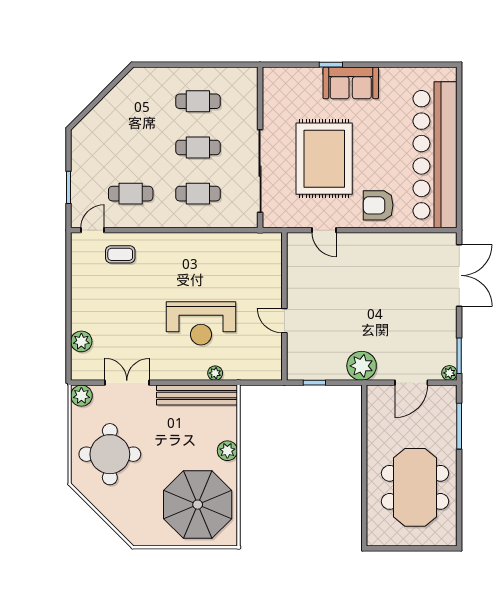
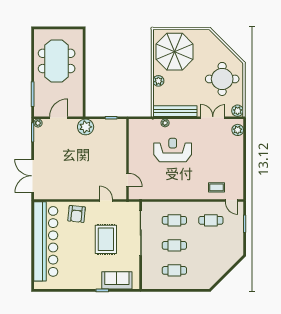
sofa: (351, 83) -> (117, 280), moved
rug: (324, 159) -> (106, 239), width x0.73, depth x0.69
armchair: (378, 205) -> (77, 214), turned 96
door: (92, 230) -> (232, 200), hinge flipped
door: (284, 321) -> (128, 180), moved
plant: (81, 341) -> (238, 130), moved
double door: (127, 383) -> (213, 118), swing flipped

